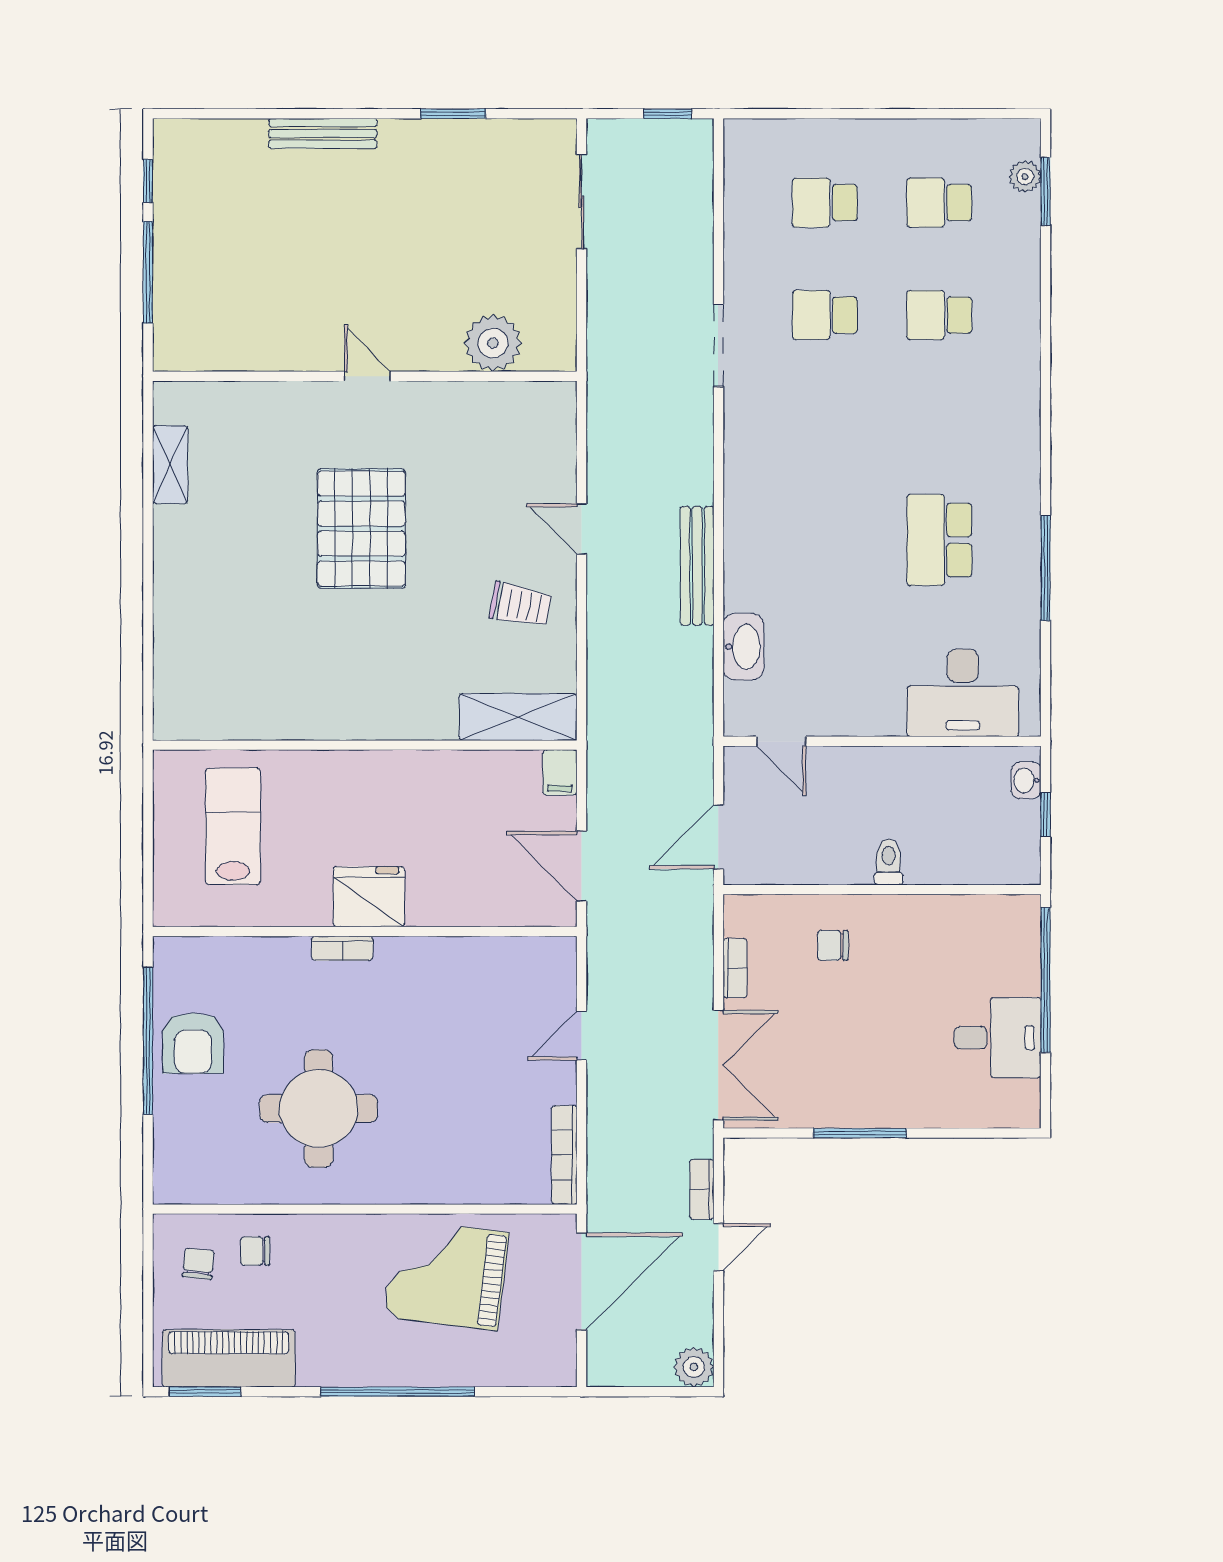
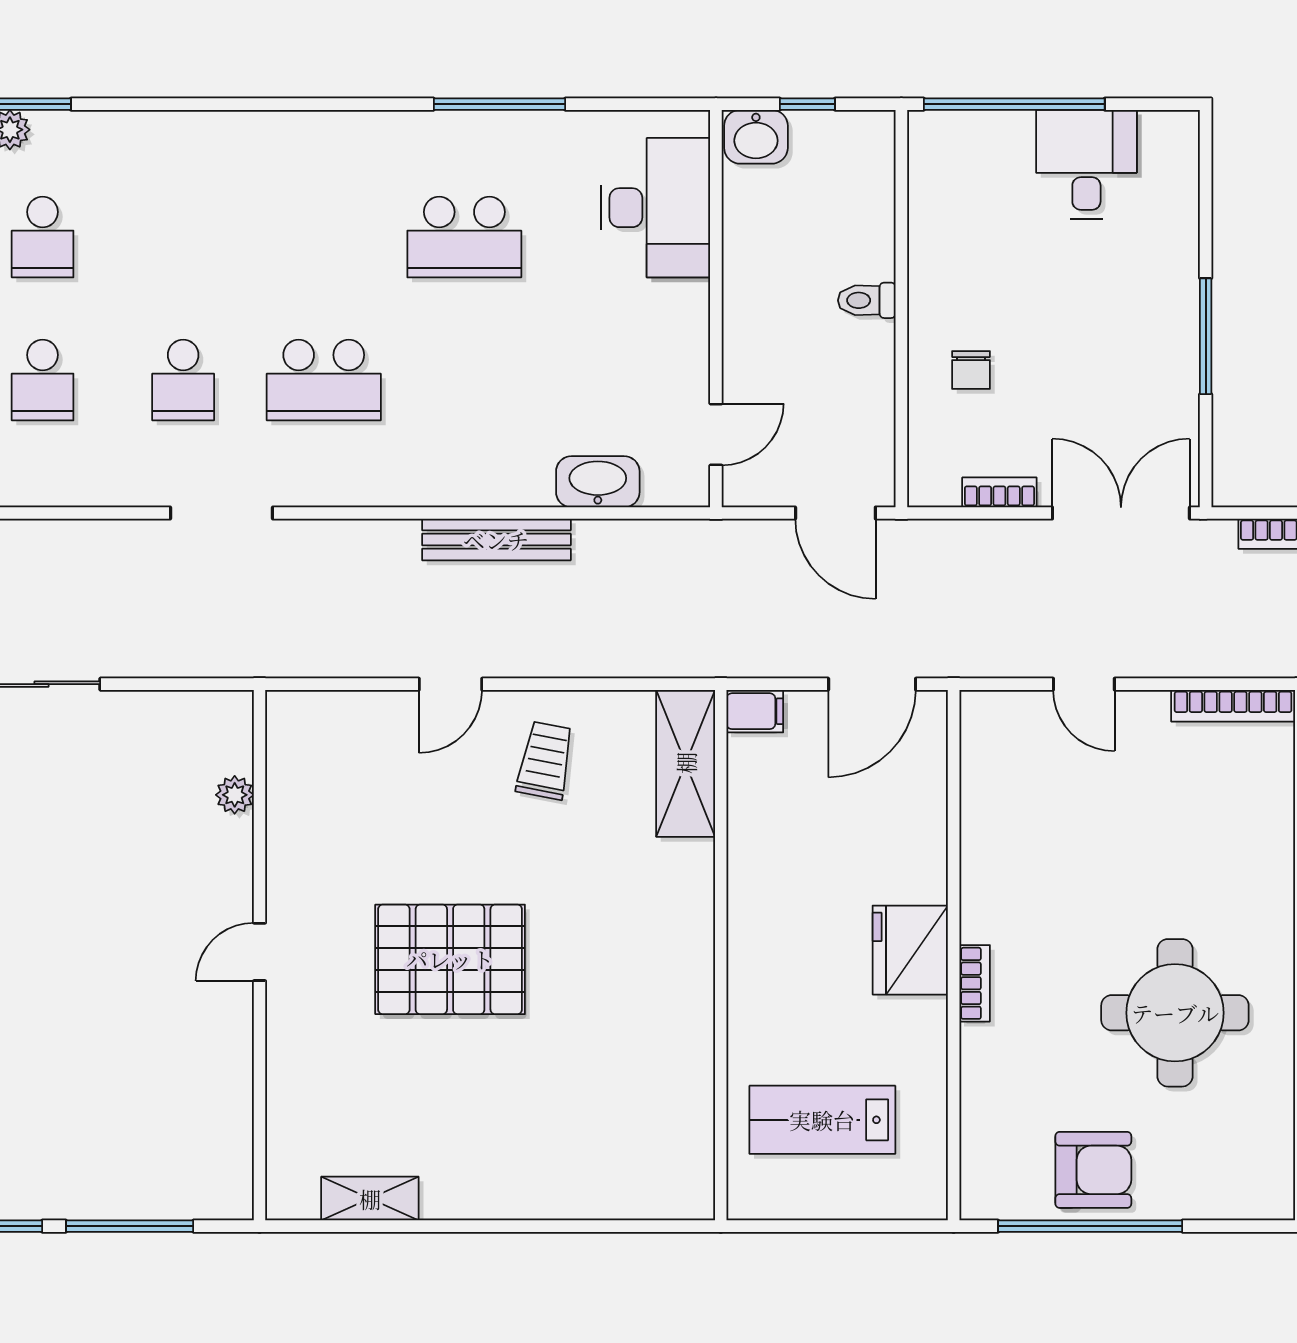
school desk: (939, 315) -> (324, 380), moved, width x1.85
plant: (493, 343) -> (235, 795), width x0.53, depth x0.53
washbasin: (1026, 780) -> (756, 137), width x1.38, depth x1.45

